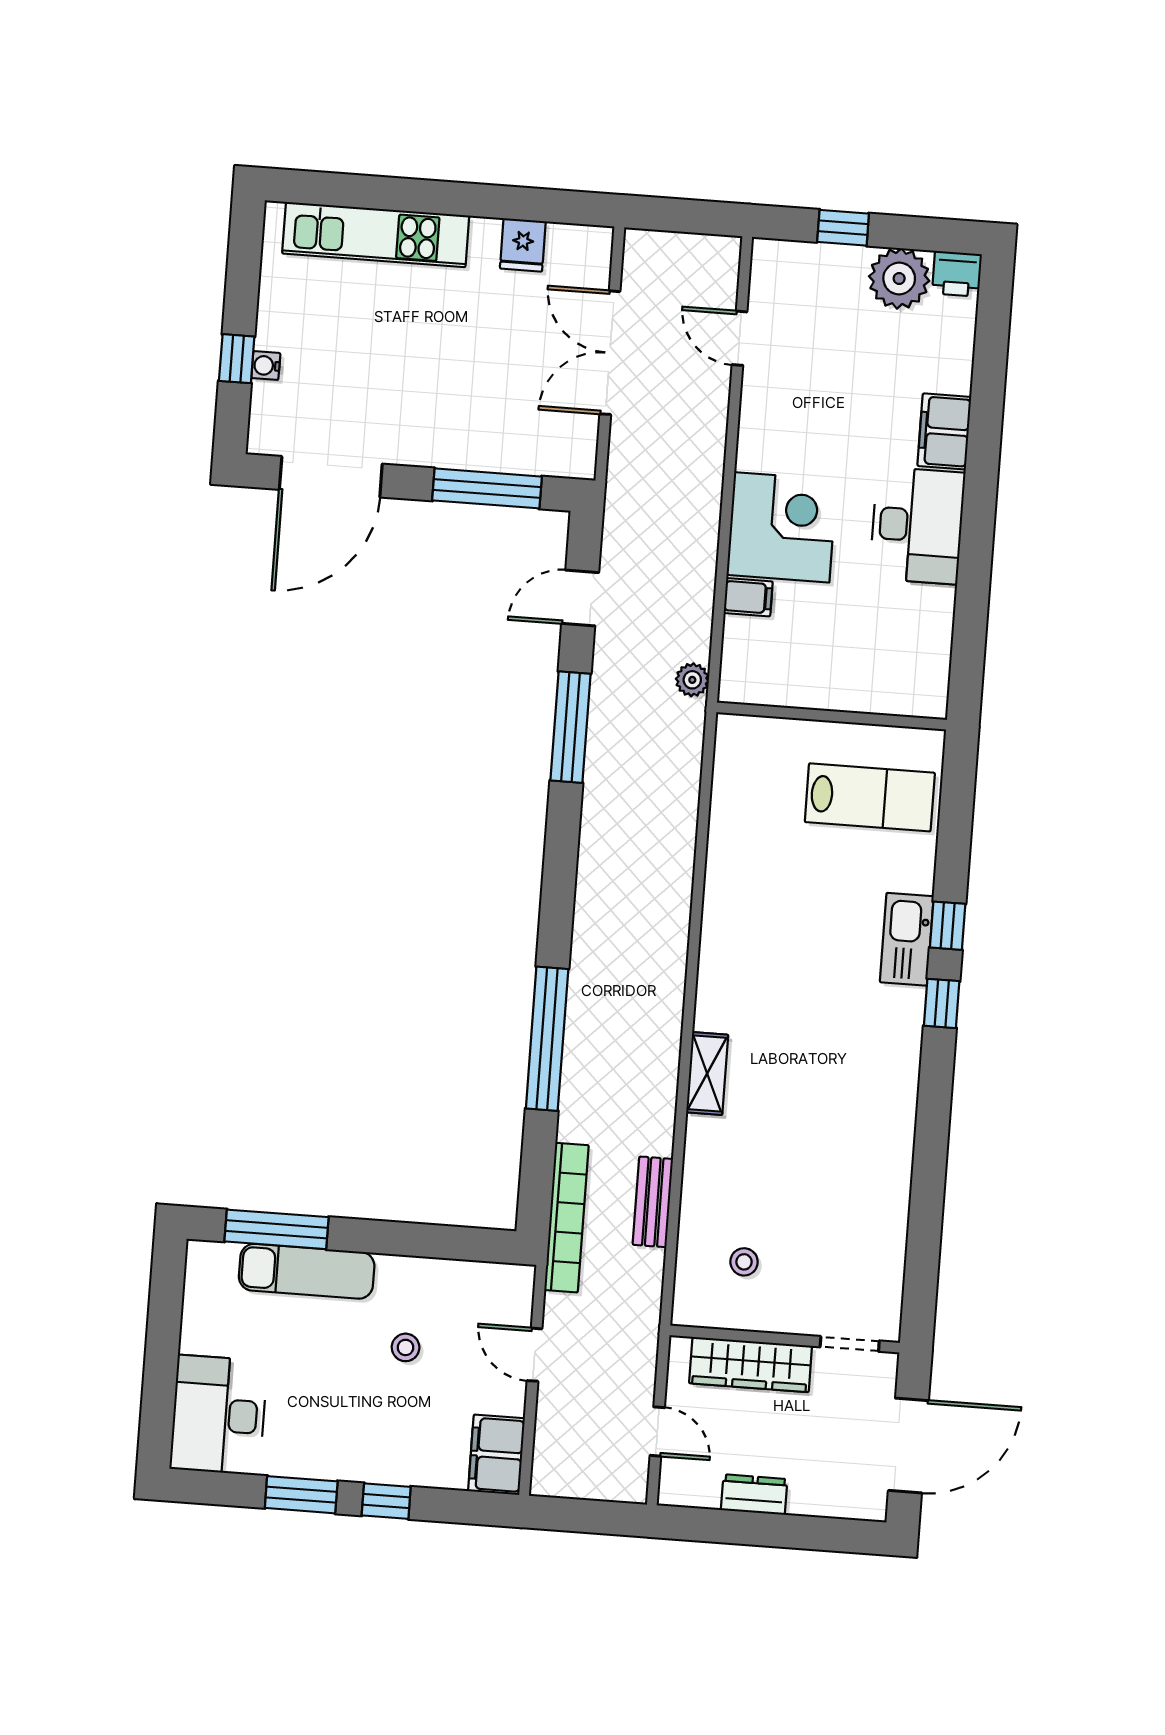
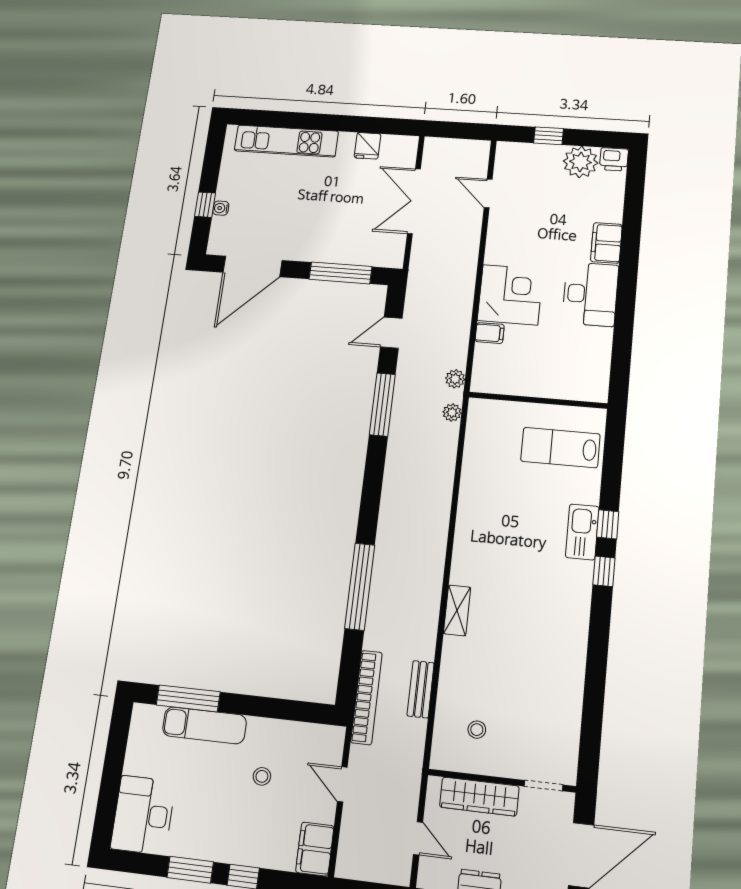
plant: (689, 739) -> (452, 413), added
lab bench: (870, 797) -> (560, 448), turned 180

